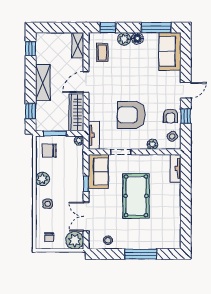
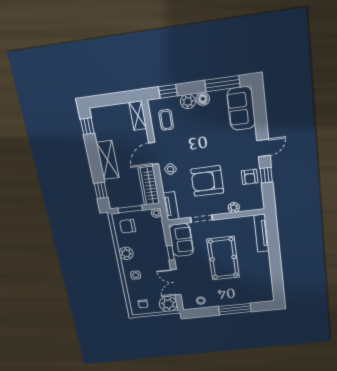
side table: (172, 136) -> (170, 169), moved
tv unit: (176, 168) -> (261, 233), width x1.41

